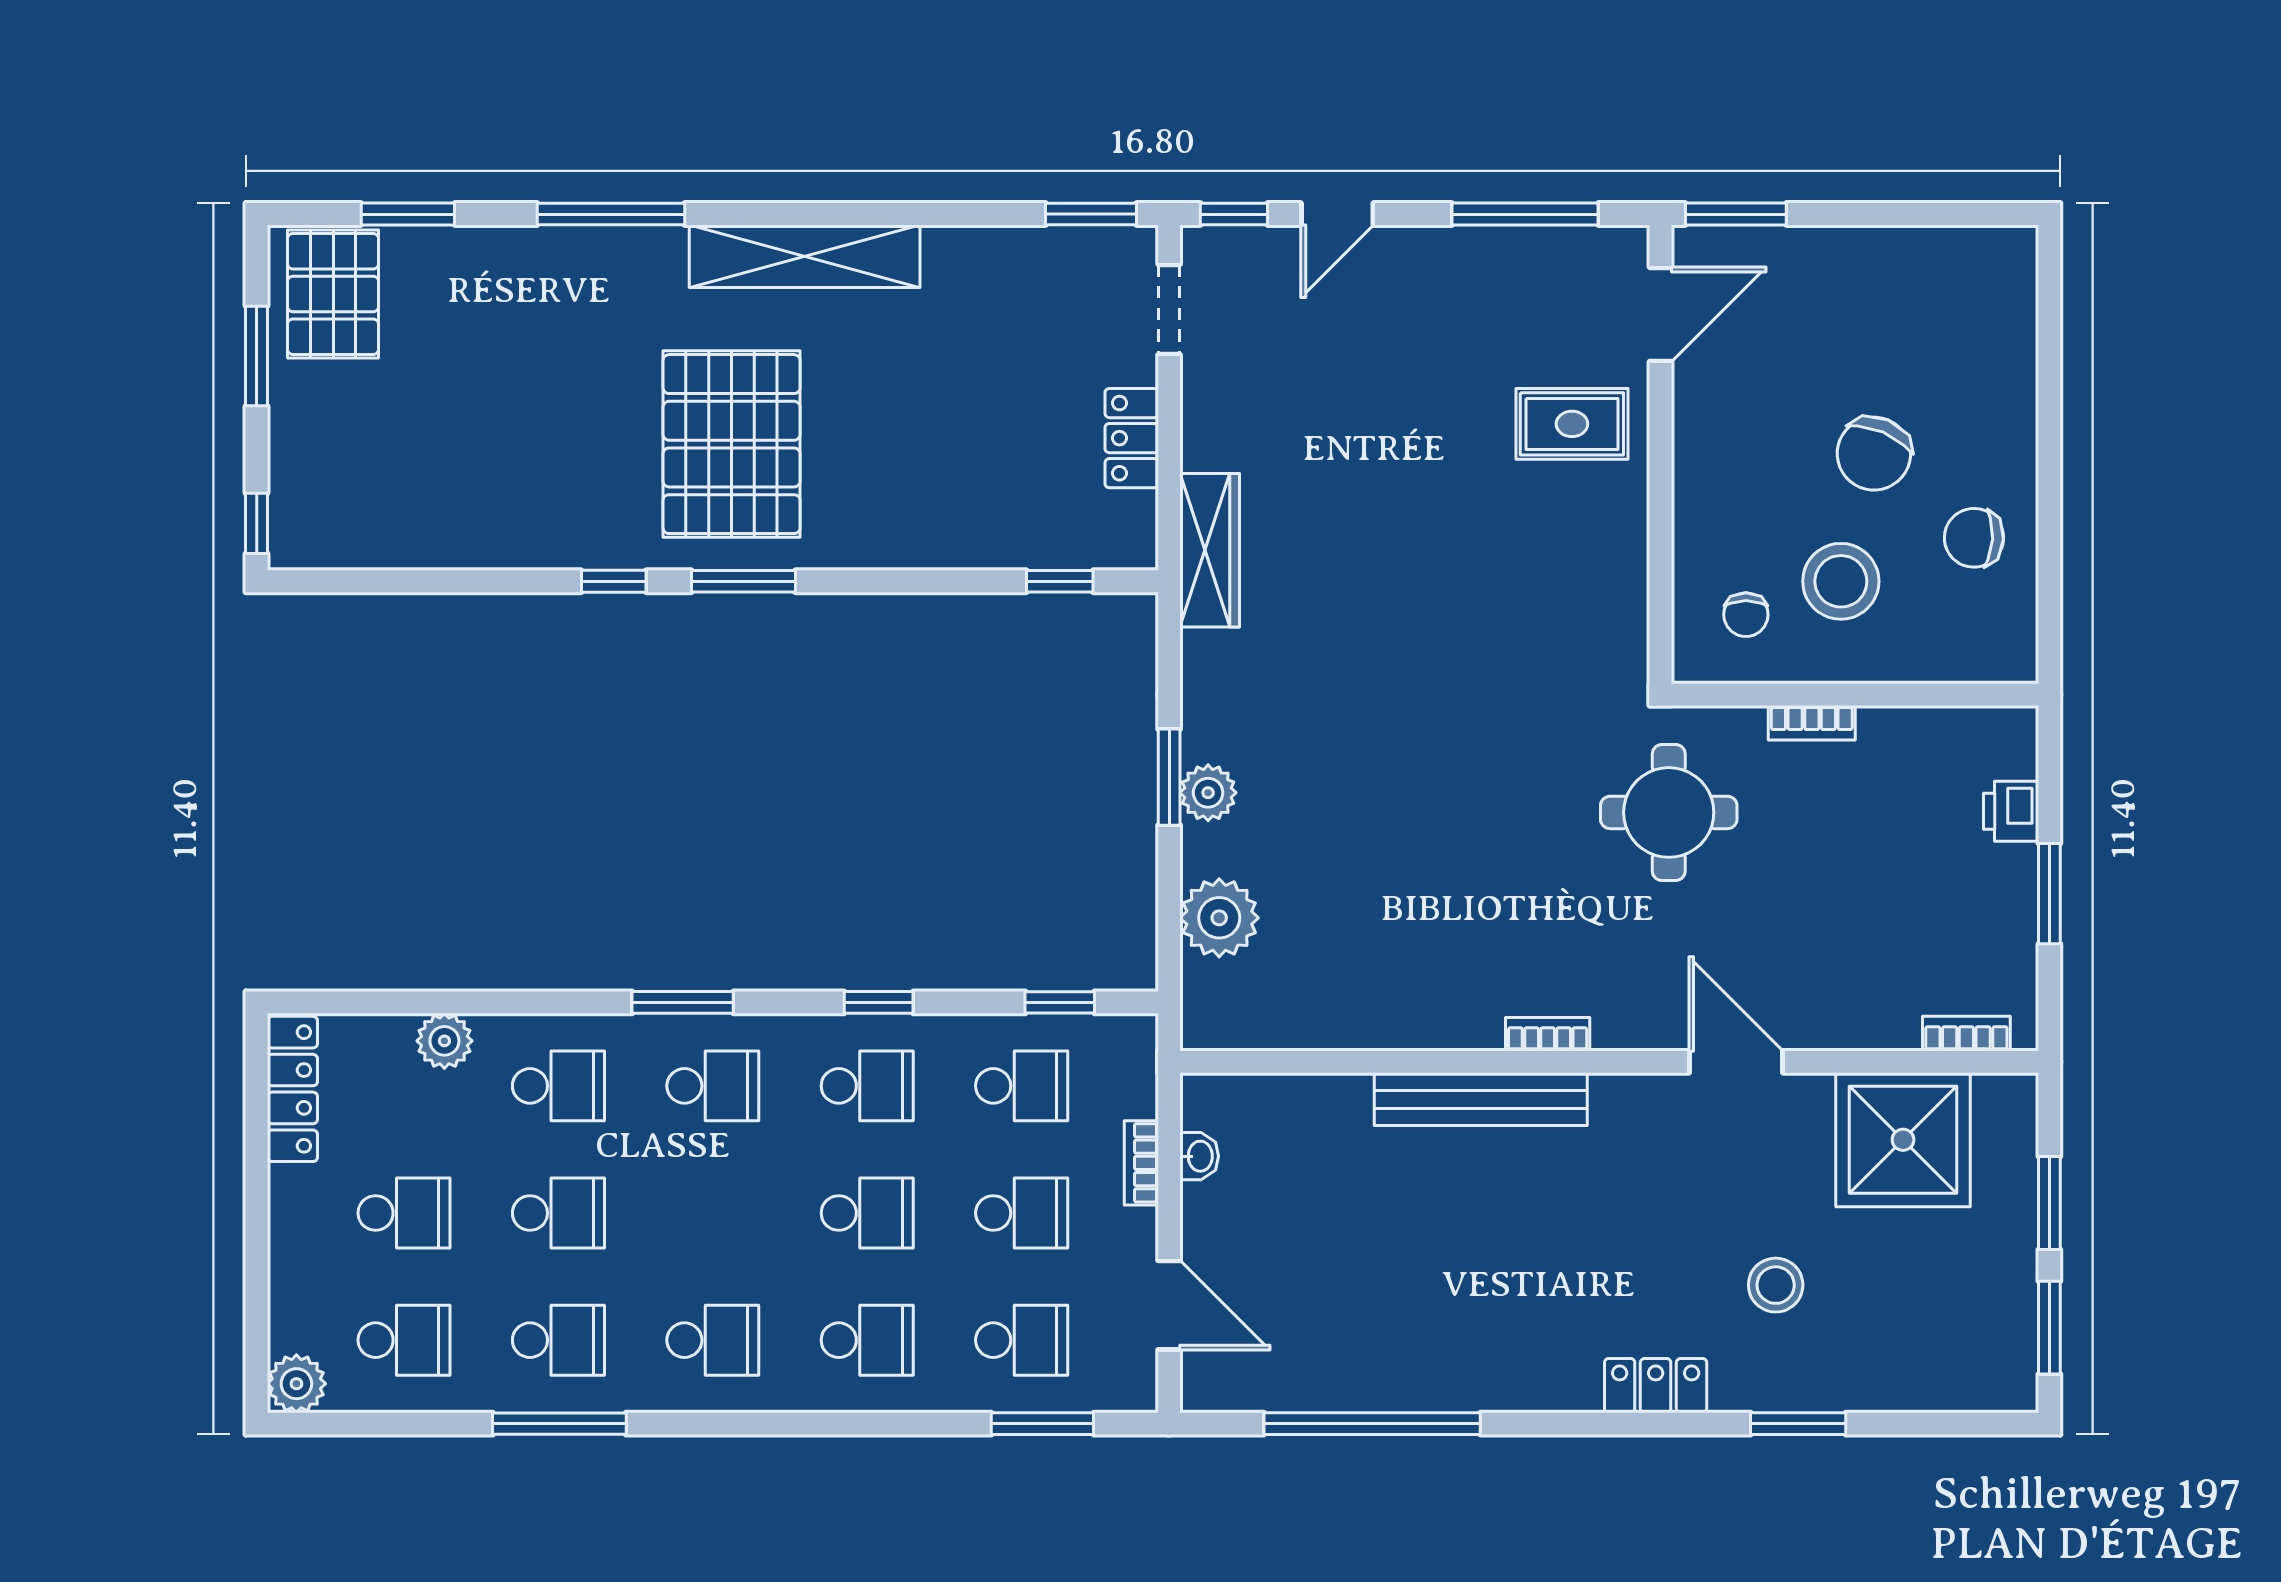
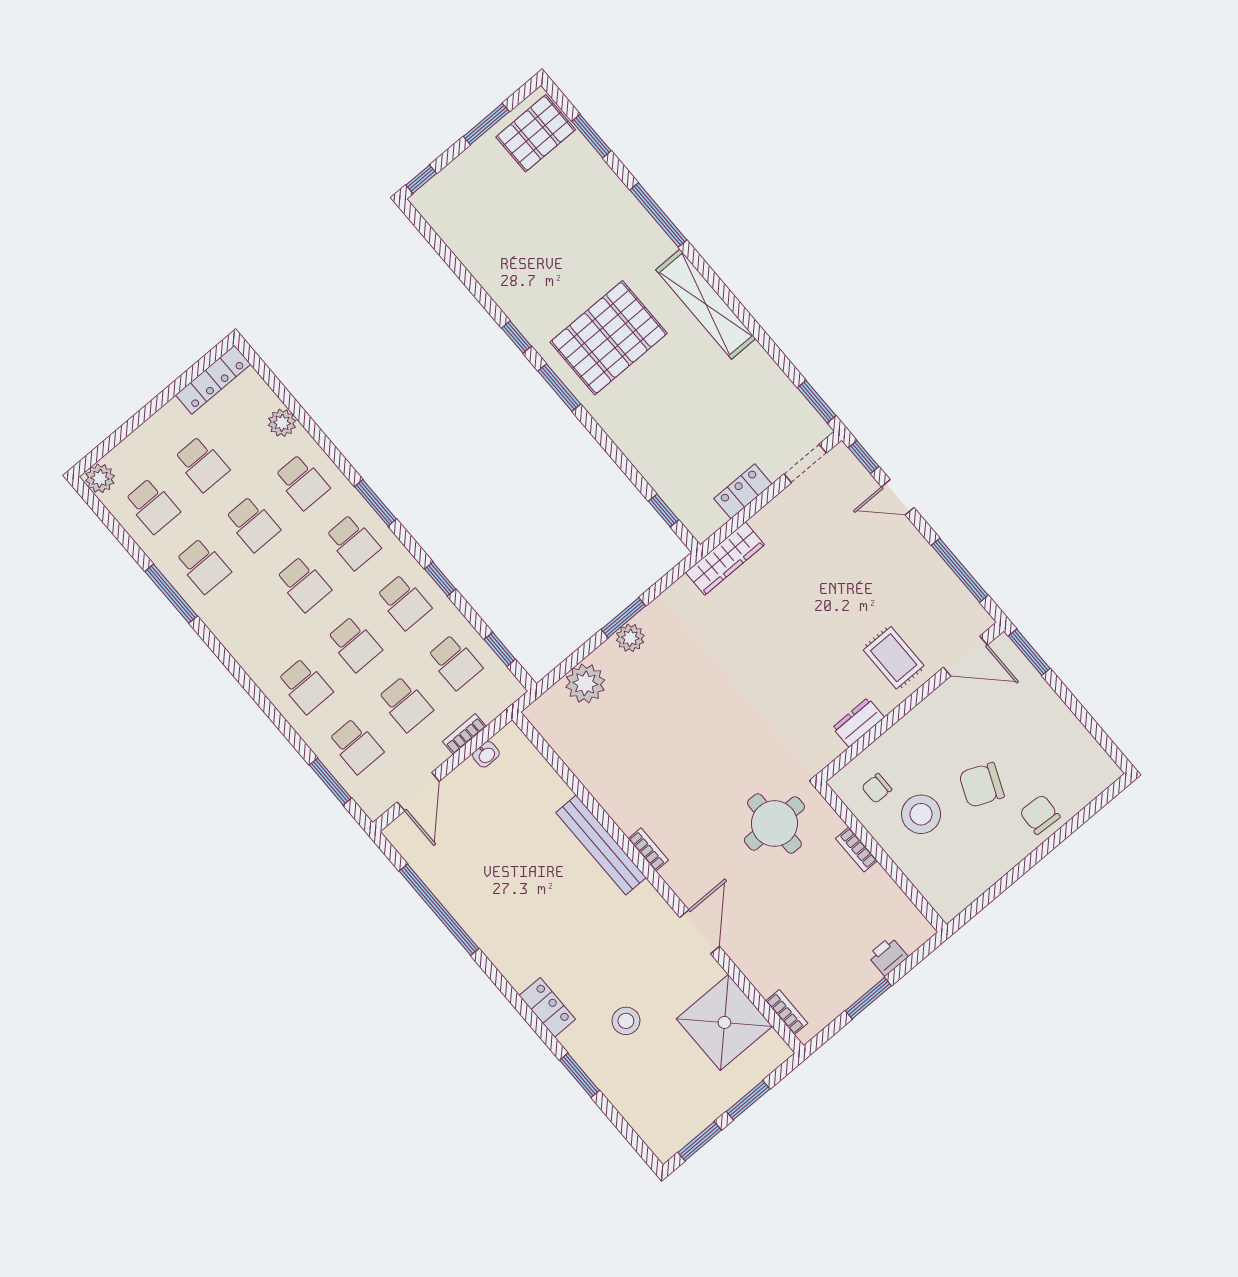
chair: (1974, 538) -> (1040, 814), moved
dresser: (1624, 559) -> (858, 722), added
school desk: (713, 1340) -> (304, 584), moved

